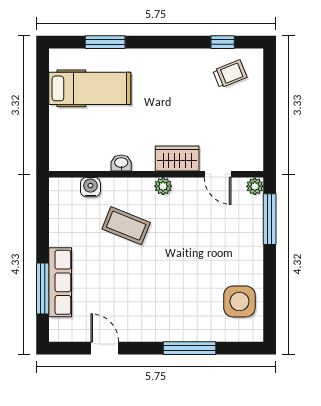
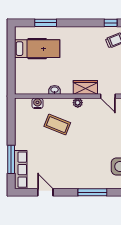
row of seats: (60, 282) -> (21, 170), moved

